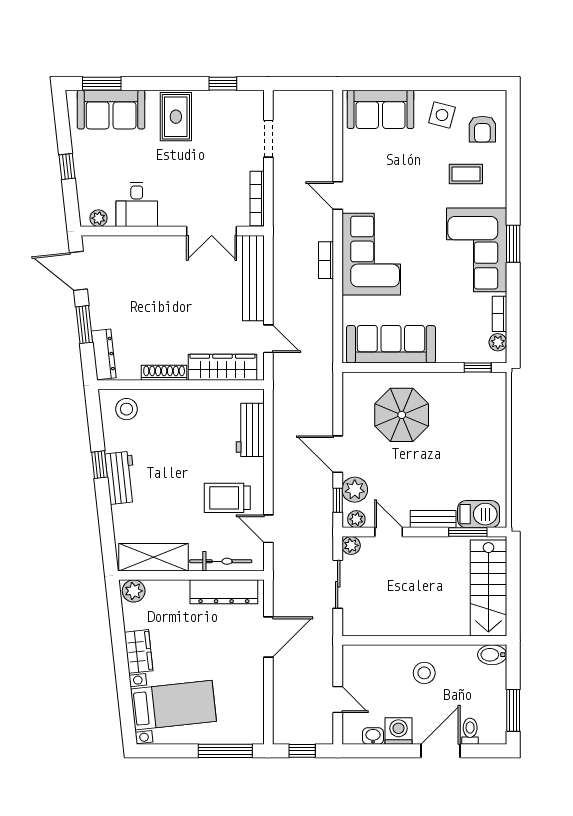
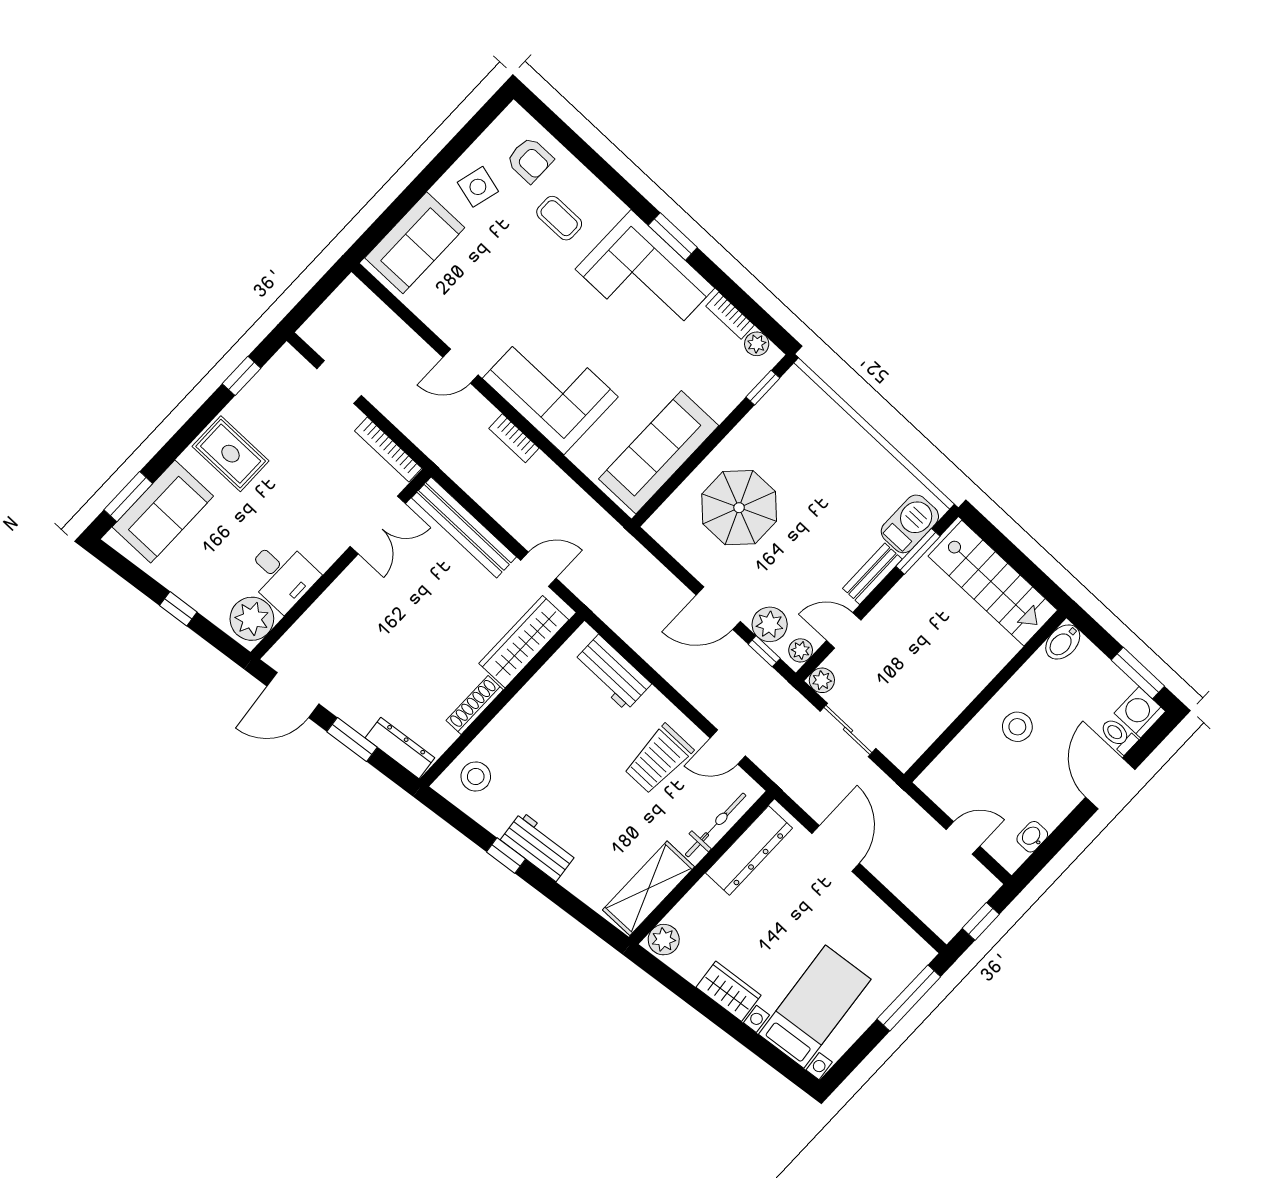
coffee table: (466, 174) -> (559, 218), turned 90
plant: (98, 218) -> (252, 619), width x1.87, depth x1.87
washing machine: (398, 731) -> (1140, 712), moved

